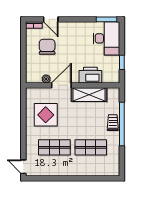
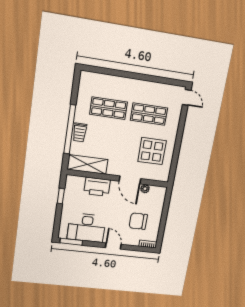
door: (51, 19) -> (113, 246), moved
desk: (106, 38) -> (87, 228), moved, turned -90
chair: (47, 47) -> (138, 221), turned 90
door: (61, 85) -> (130, 180), hinge flipped
shelving: (89, 95) -> (87, 164), moved

